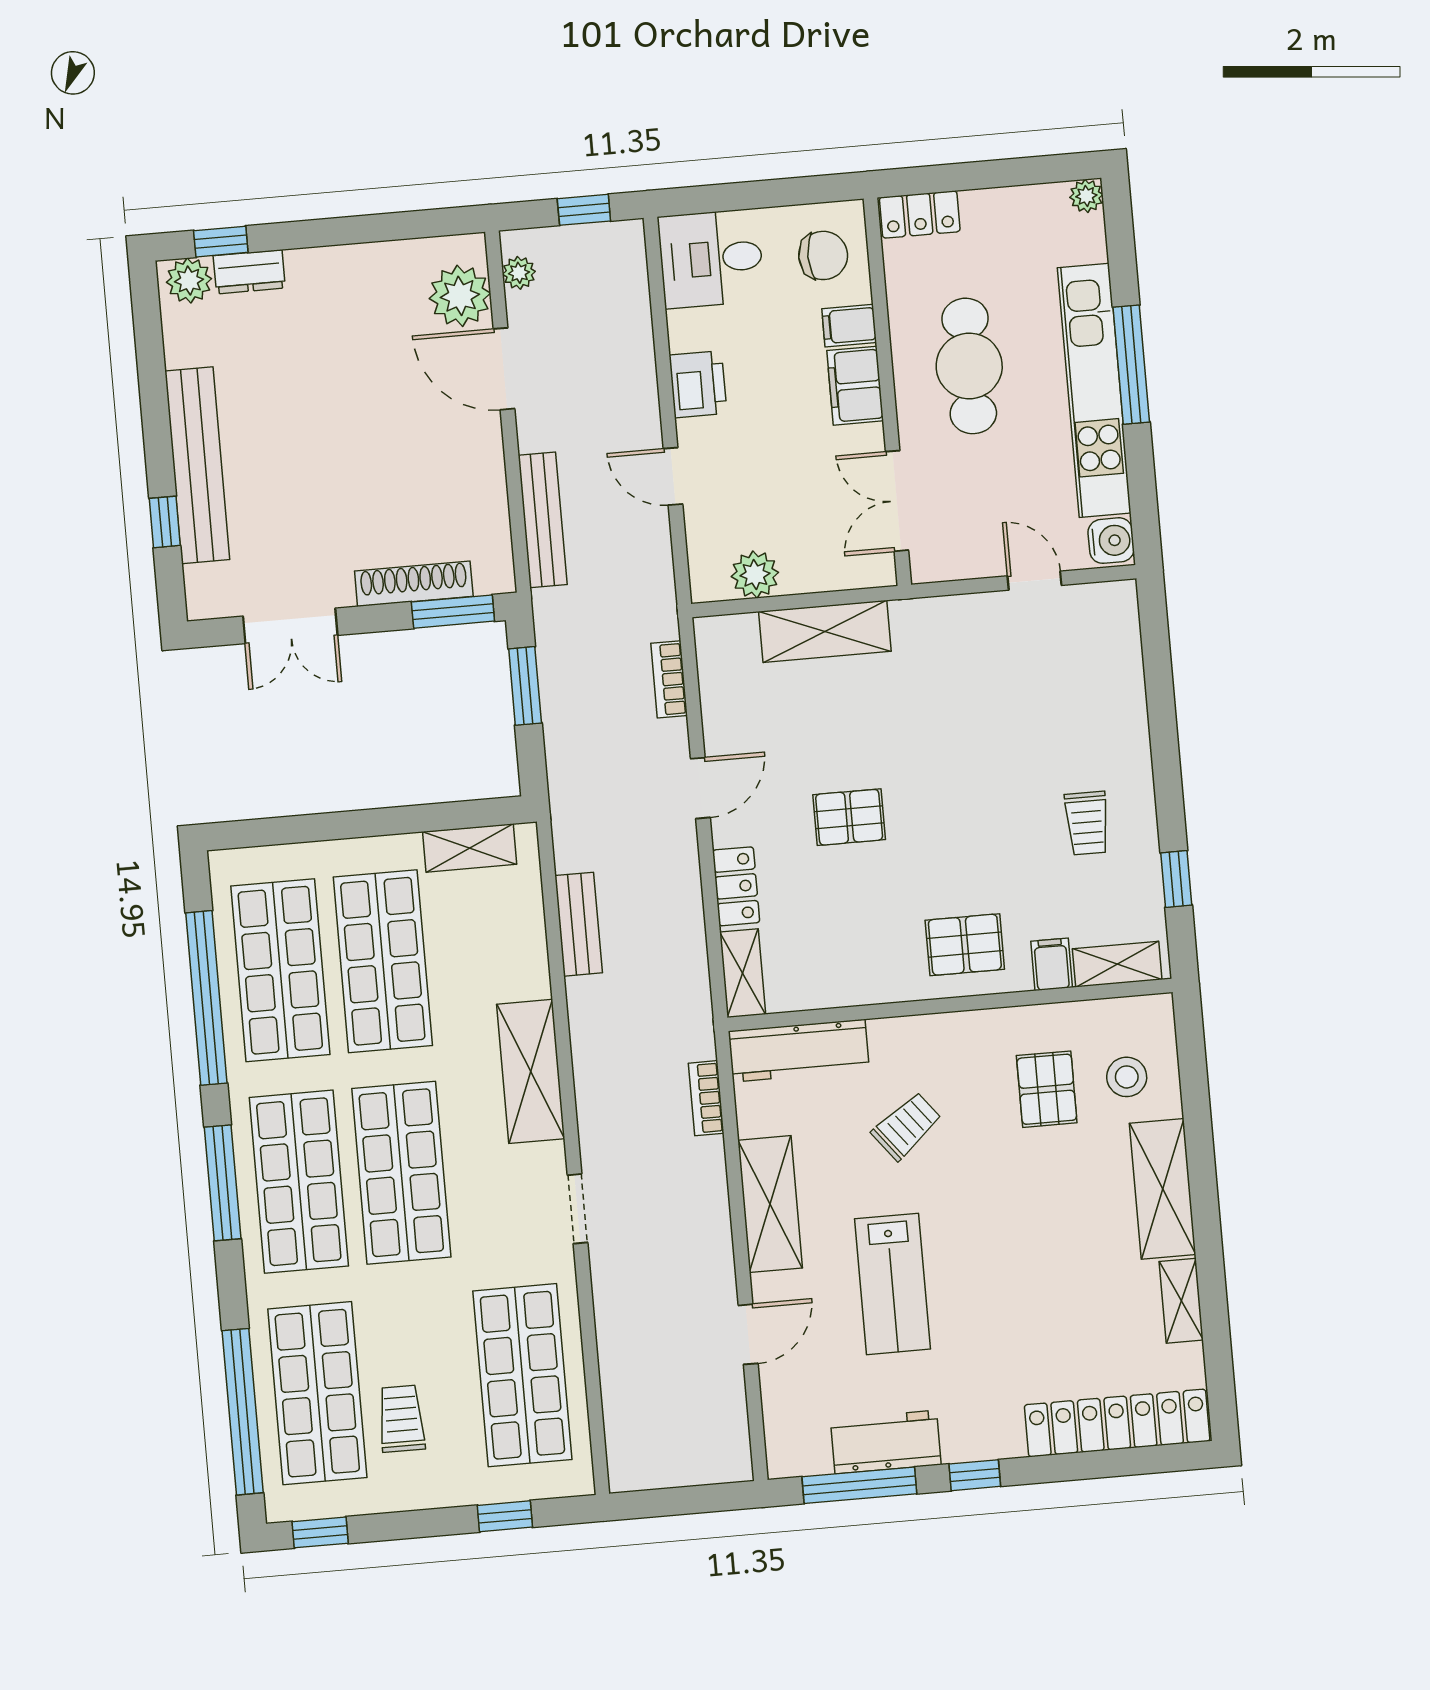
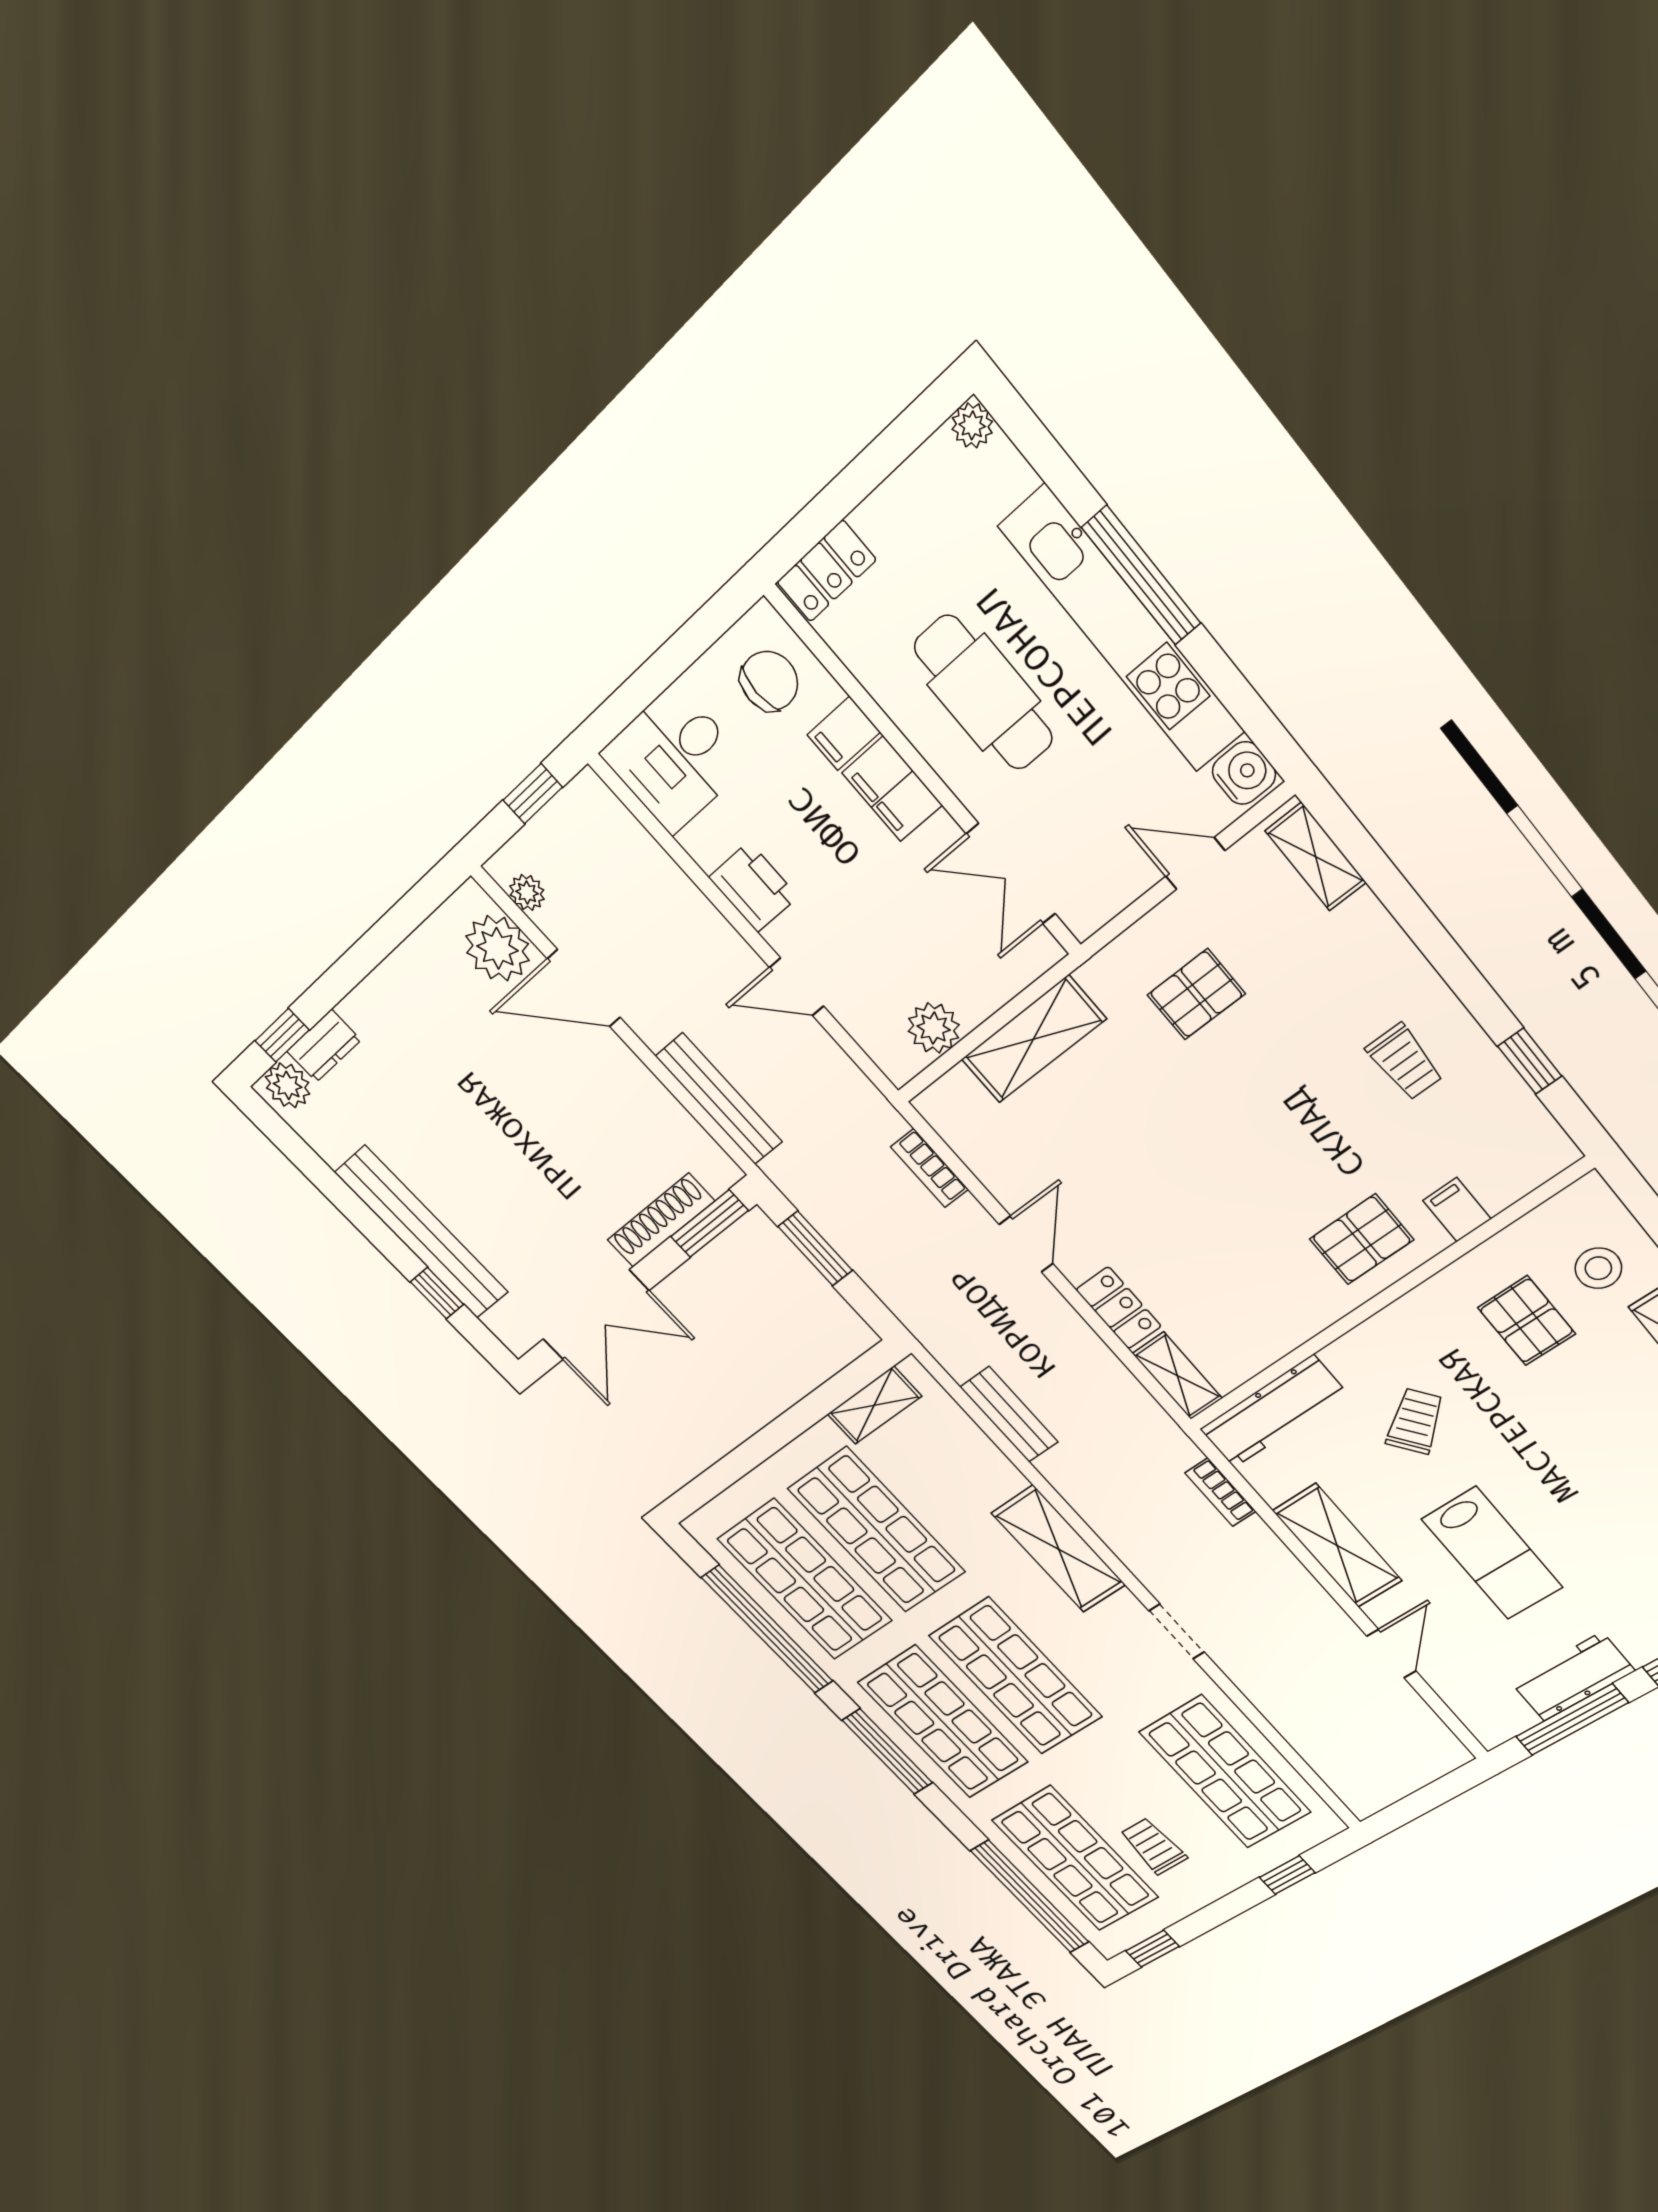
double door: (290, 626) -> (596, 1315), width x1.37
pallet: (849, 817) -> (1196, 994), moved
shelving: (1117, 964) -> (1316, 857), moved, turned 90

